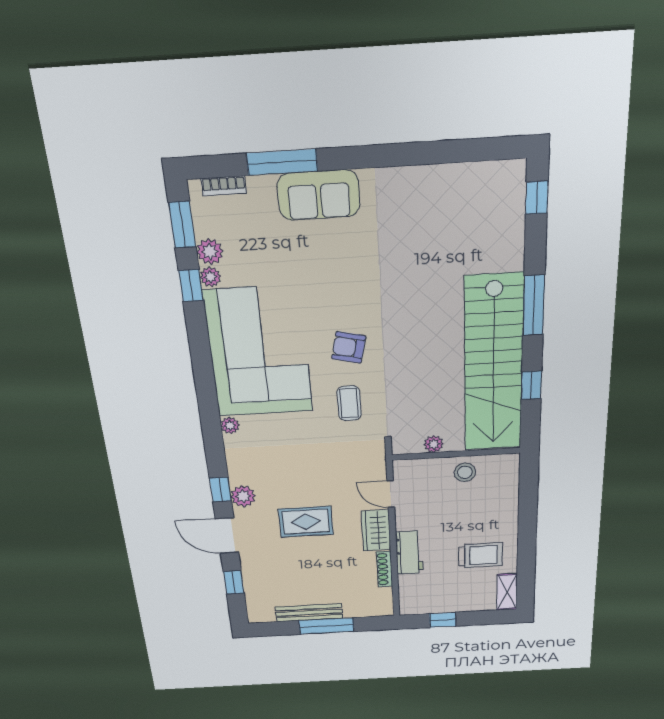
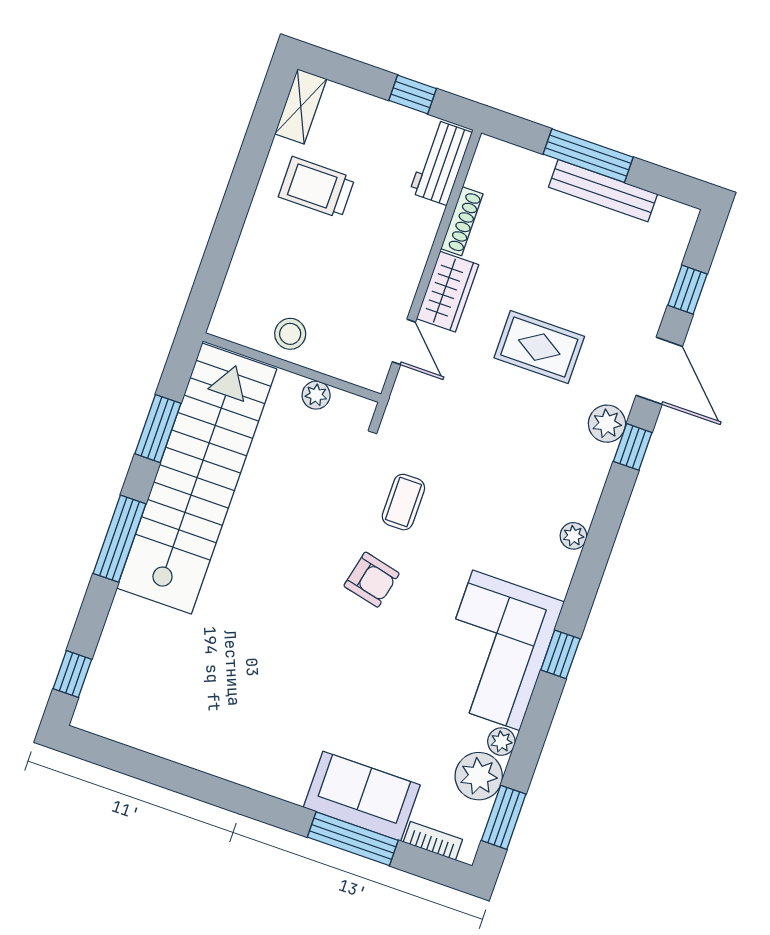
sofa: (319, 195) -> (362, 796), moved
plant: (210, 252) -> (479, 776), width x1.36, depth x1.36
window: (191, 285) -> (560, 654), moved
corner sofa: (259, 352) -> (496, 650), width x0.73, depth x0.74
window: (531, 385) -> (158, 429), width x1.50
workbench: (409, 553) -> (441, 162), moved

